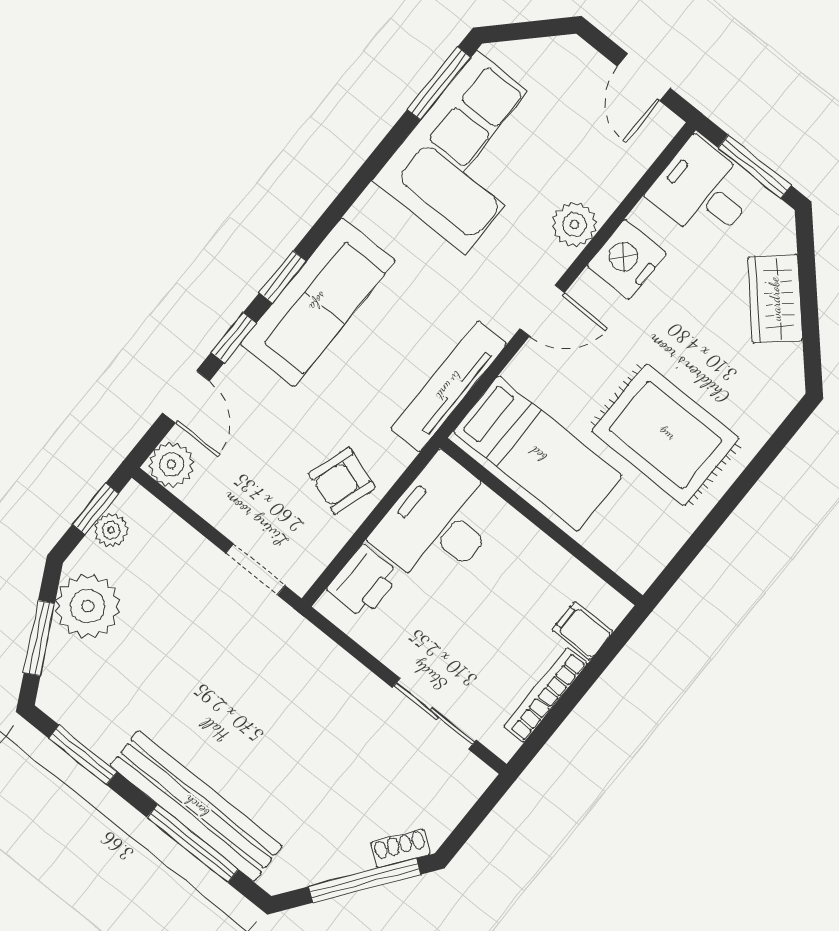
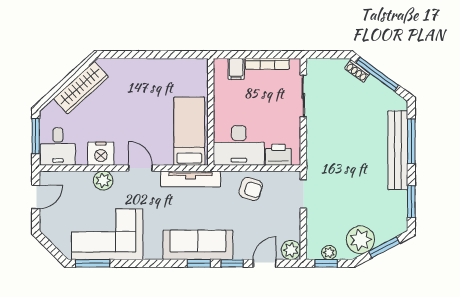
wardrobe: (775, 299) -> (81, 88), width x1.50
rug: (665, 435) -> (149, 94), removed

